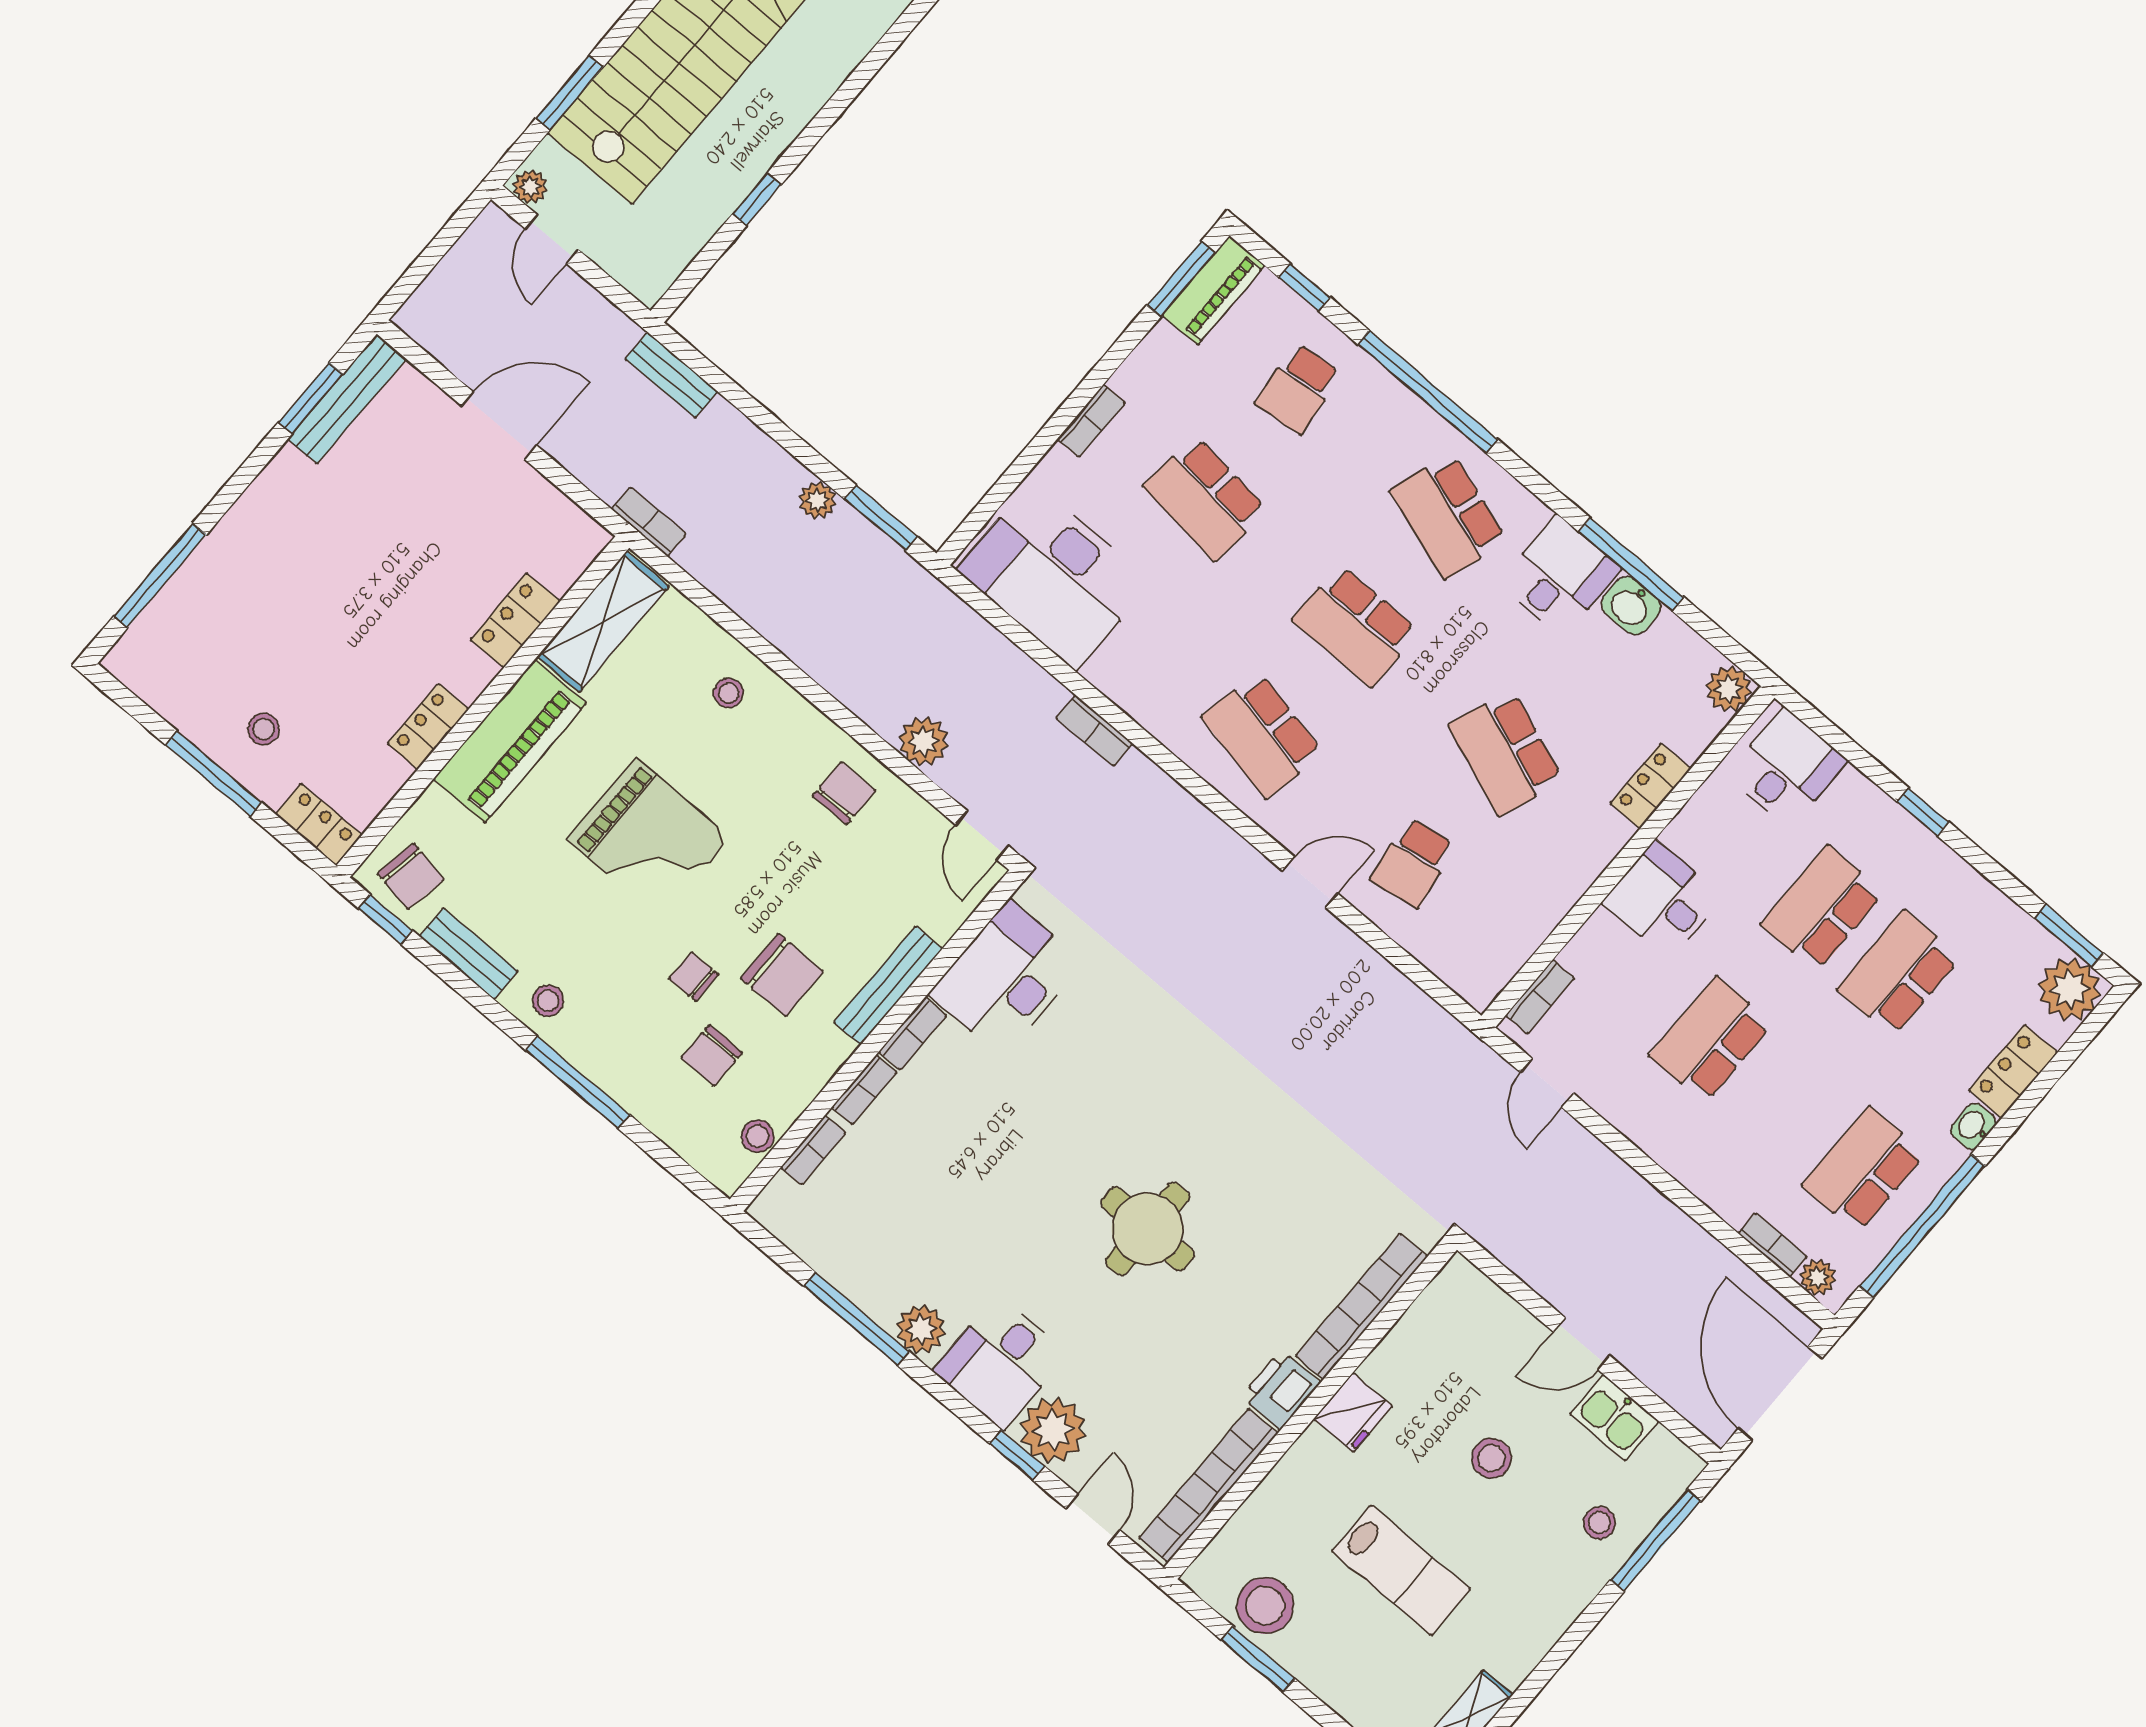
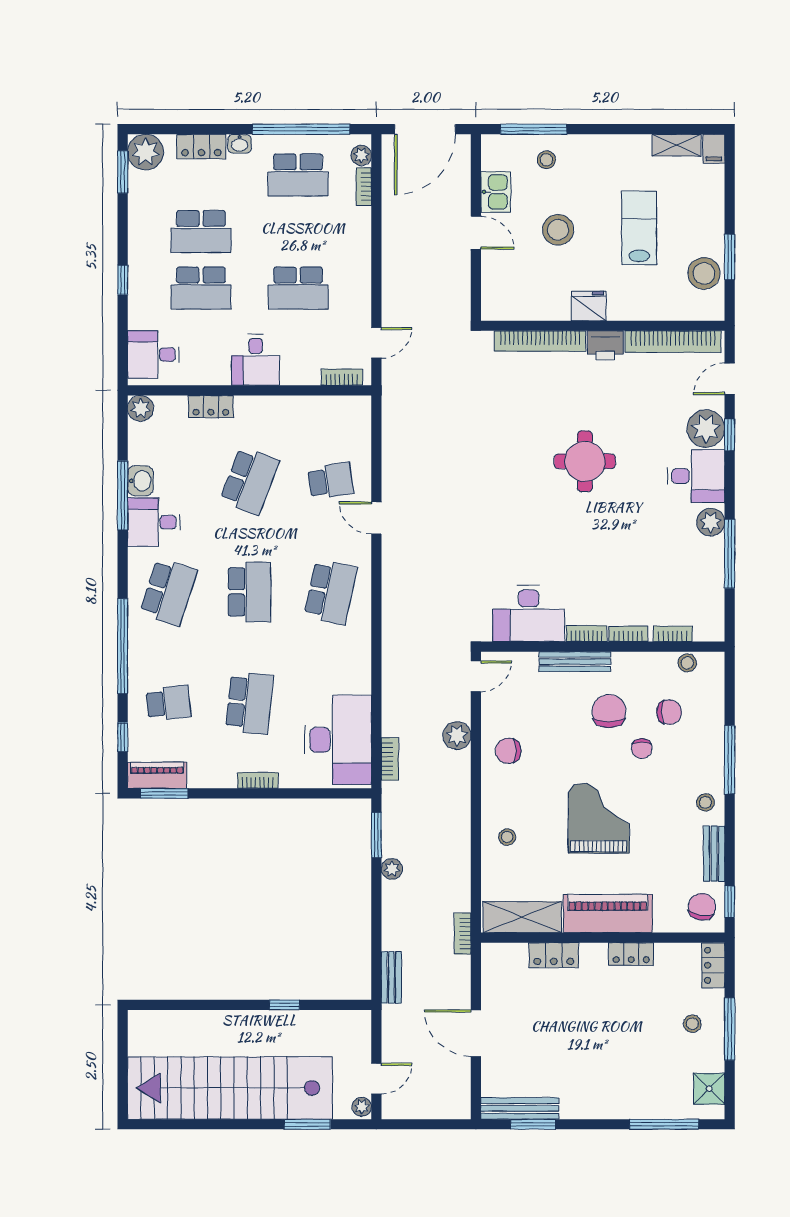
shower: (157, 677) -> (709, 1089), added
bookcase: (1094, 731) -> (390, 759), moved
stool: (1491, 1458) -> (558, 230), width x1.38, depth x1.38

